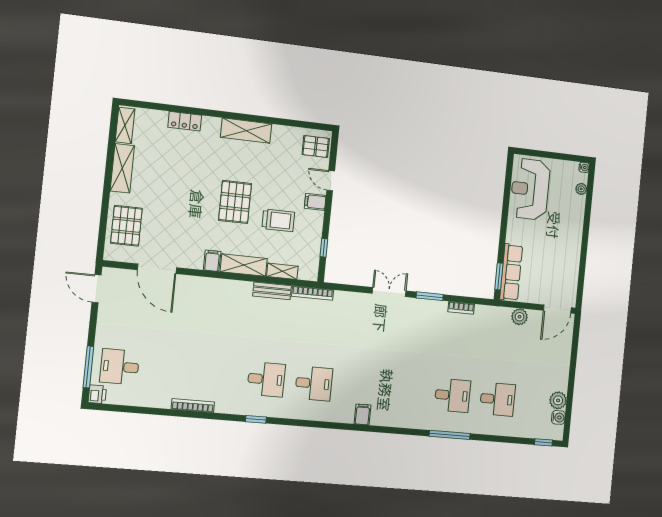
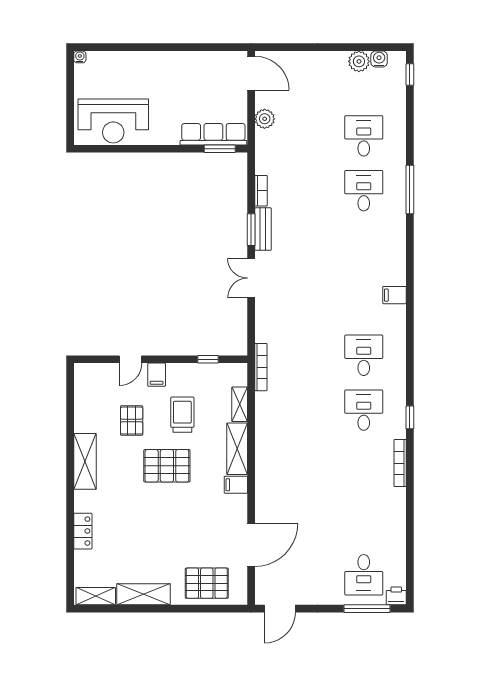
pallet: (316, 146) -> (132, 421), moved
plant: (581, 189) -> (106, 58), removed
bench: (272, 291) -> (263, 229), moved
bookcase: (193, 406) -> (400, 463), moved

